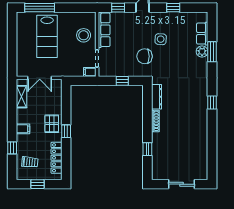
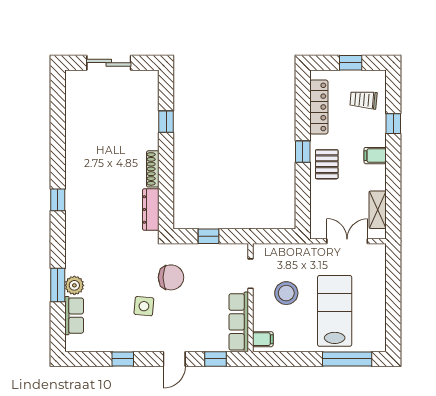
stool: (84, 35) -> (286, 293), moved
filing cabinet: (90, 72) -> (263, 339), moved

